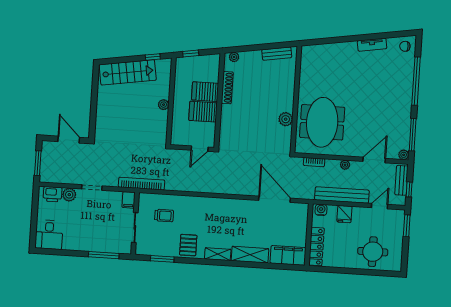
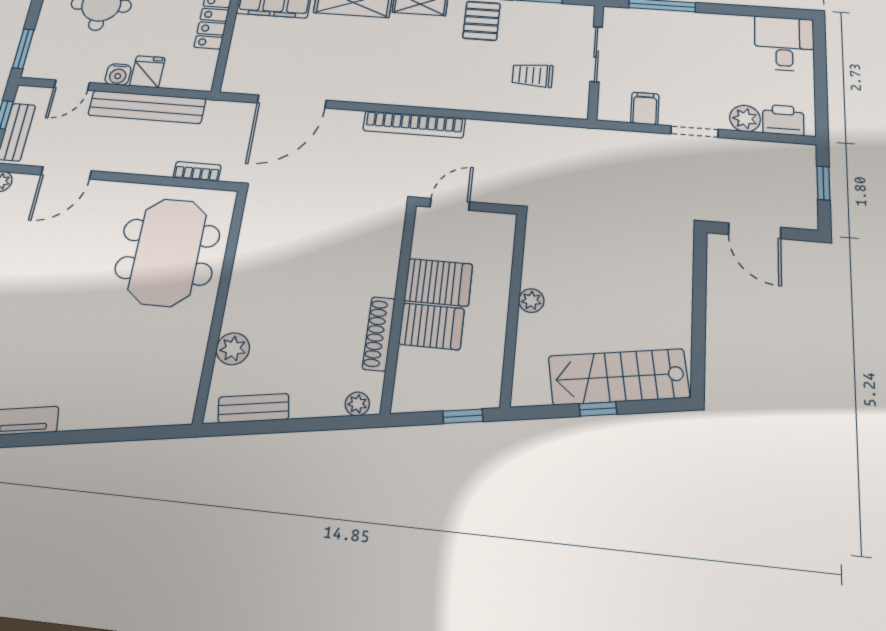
window: (153, 57) -> (598, 409), moved
plant: (286, 119) -> (233, 349), moved
window: (38, 163) -> (823, 183), width x0.67
plant: (345, 165) -> (131, 165), removed
bookcase: (142, 184) -> (414, 124), moved
door: (274, 199) -> (292, 102), hinge flipped
filing cabinet: (129, 200) -> (645, 109), moved
water cooler: (321, 210) -> (118, 75), moved

